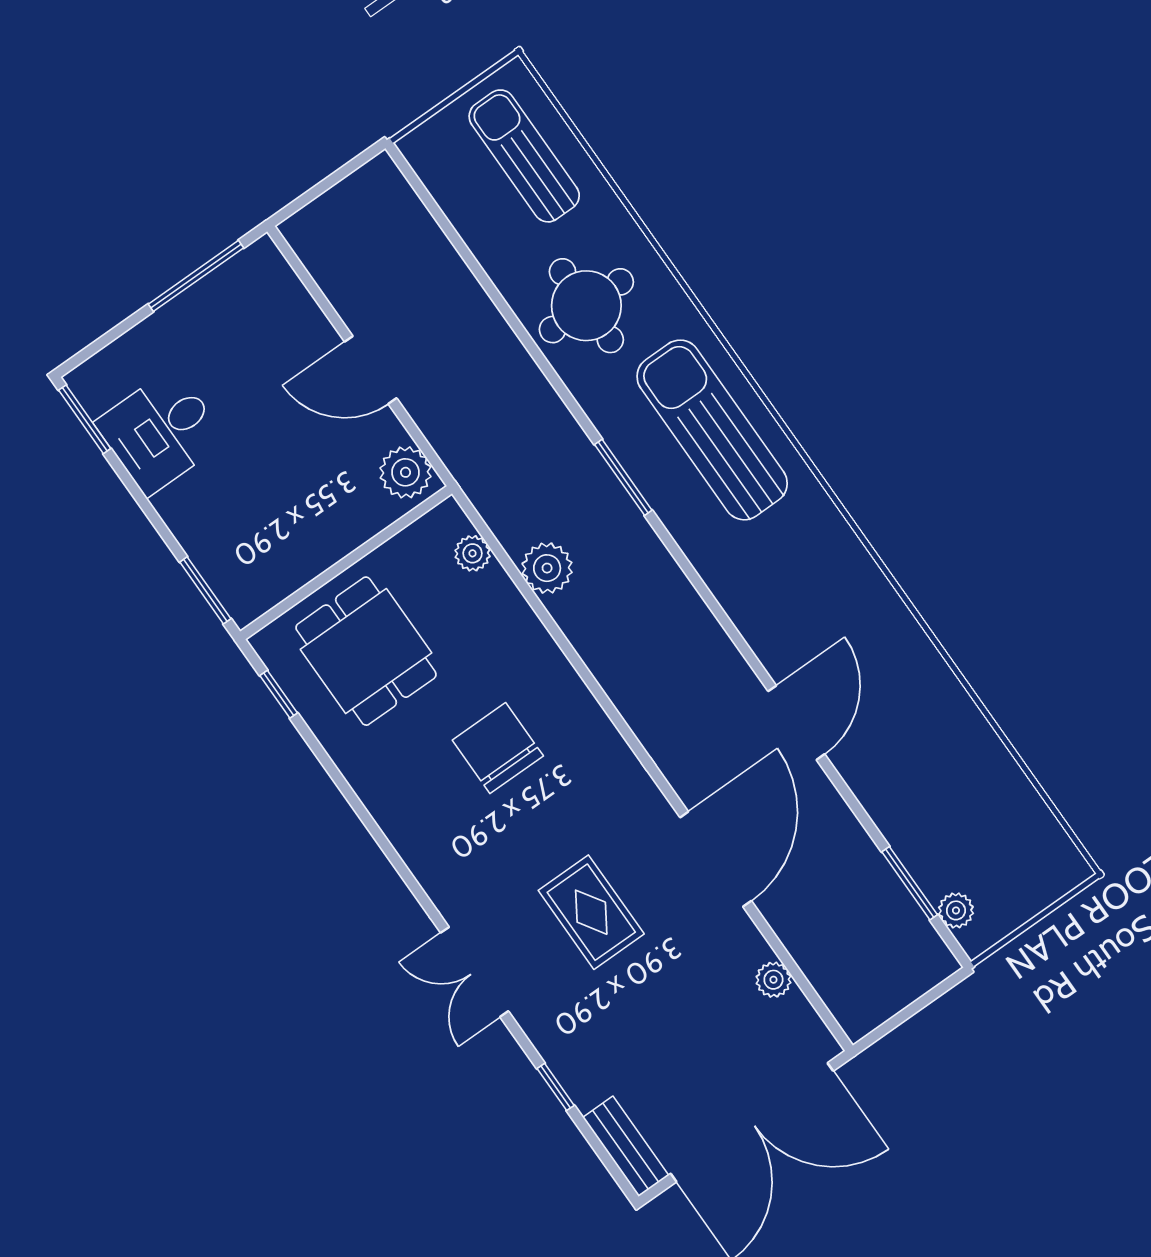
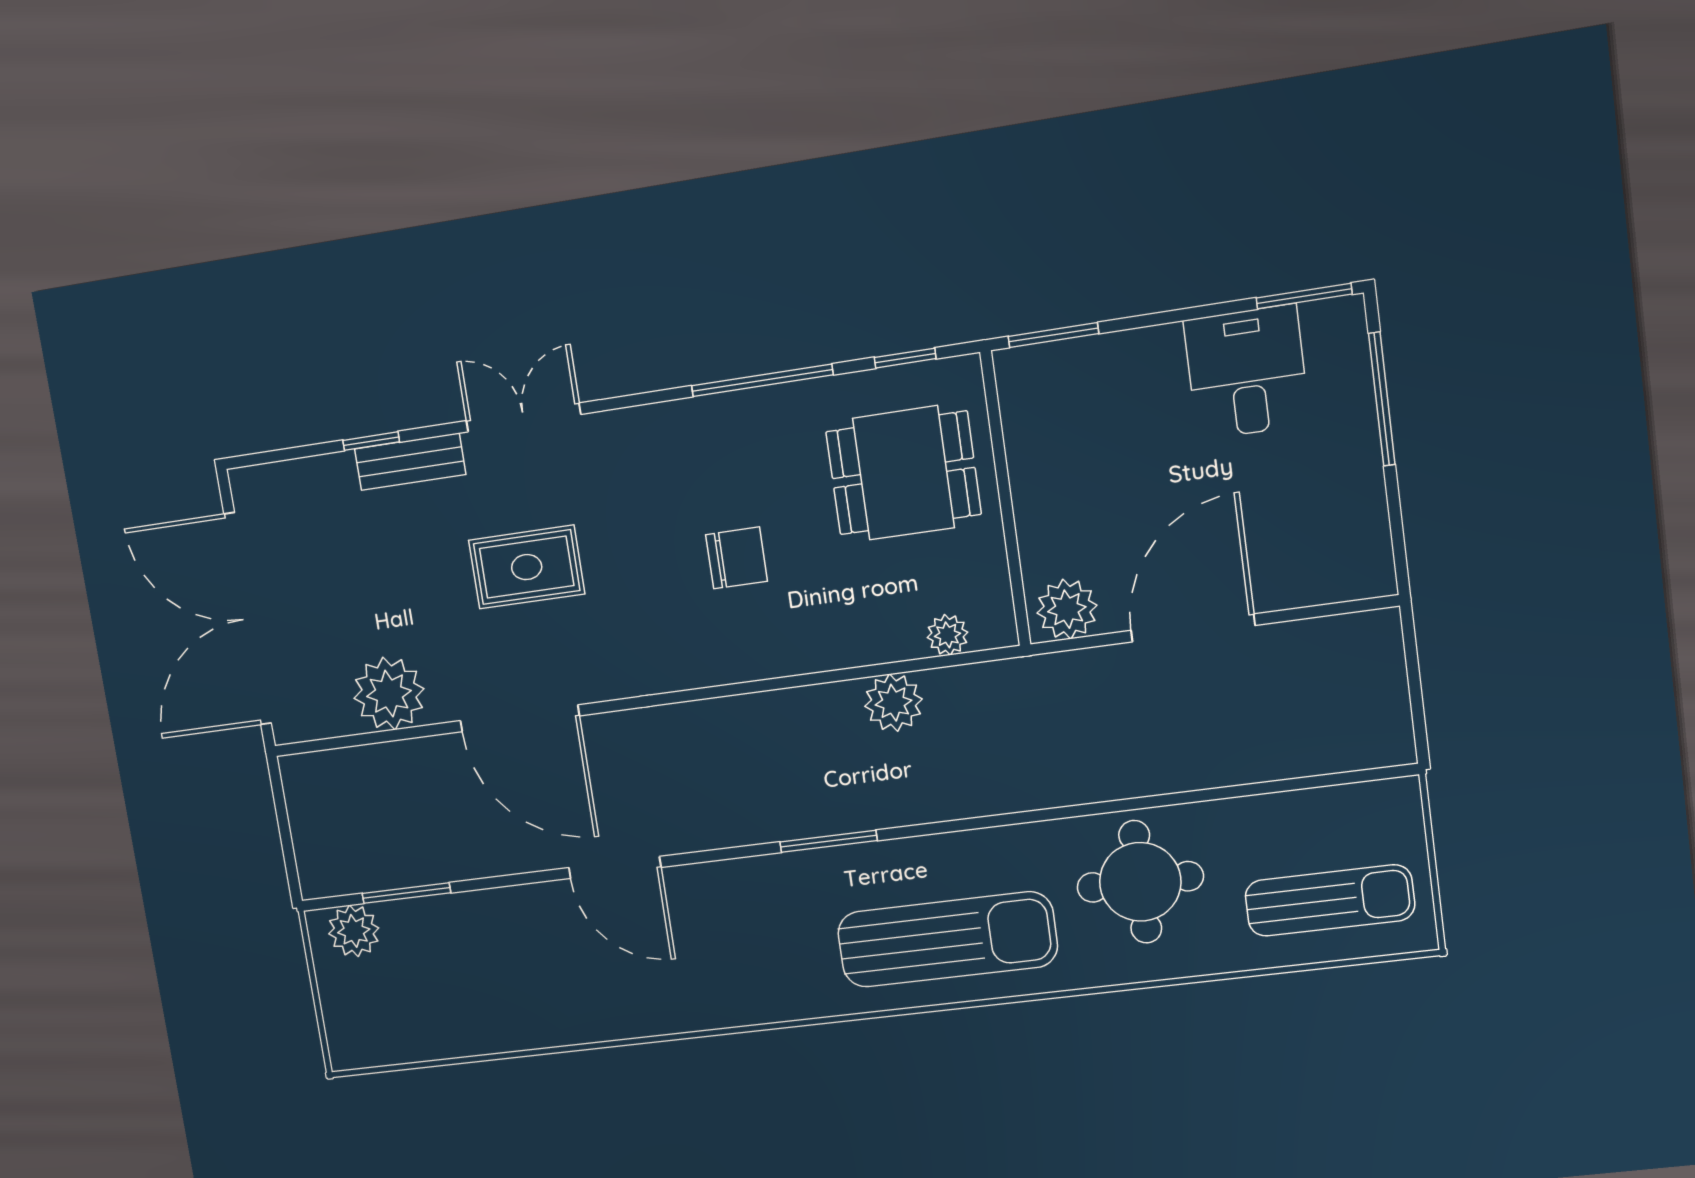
window: (196, 276) -> (1382, 399), moved
door: (371, 370) -> (1193, 628), width x1.36
window: (623, 477) -> (829, 841), moved
chair: (498, 748) -> (737, 558), width x0.73, depth x0.73
window: (351, 796) -> (762, 380), added
plant: (956, 910) -> (354, 931), width x1.38, depth x1.38
plant: (773, 980) -> (389, 694), width x1.87, depth x1.87
bench: (626, 1146) -> (410, 462), moved

